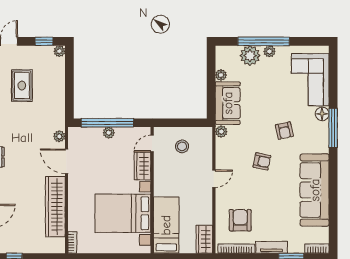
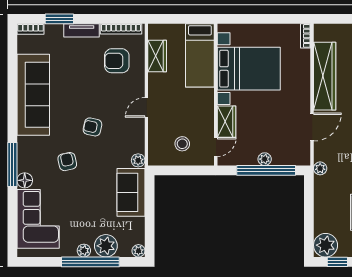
plant: (59, 51) -> (326, 245), width x1.88, depth x1.88
plant: (221, 75) -> (138, 251), moved
plant: (59, 136) -> (320, 168), moved
door: (67, 161) -> (312, 127), hinge flipped
armchair: (240, 220) -> (117, 61), turned 90
wardrobe: (204, 239) -> (157, 56), moved

